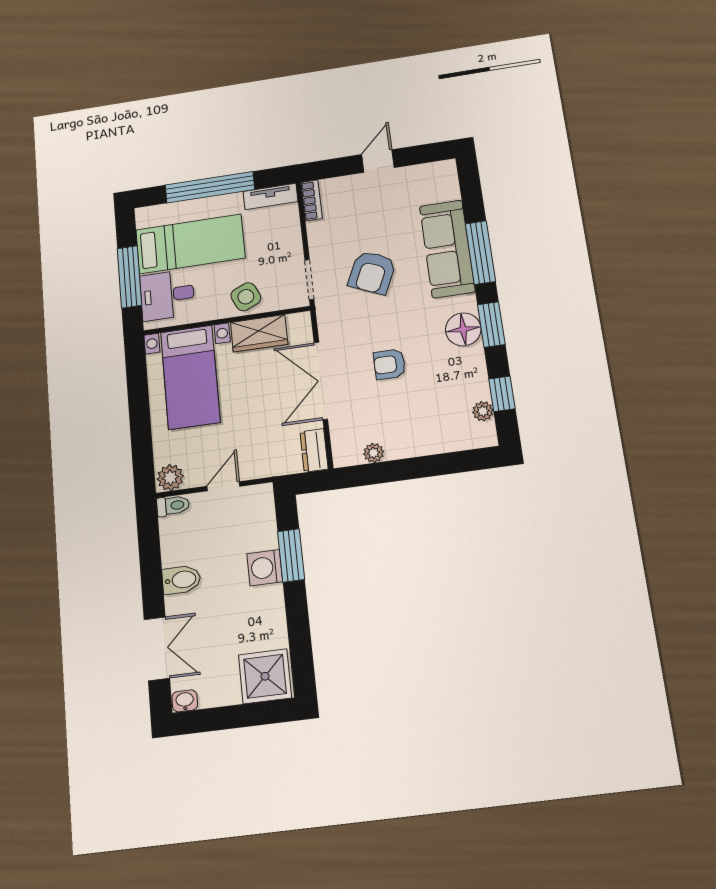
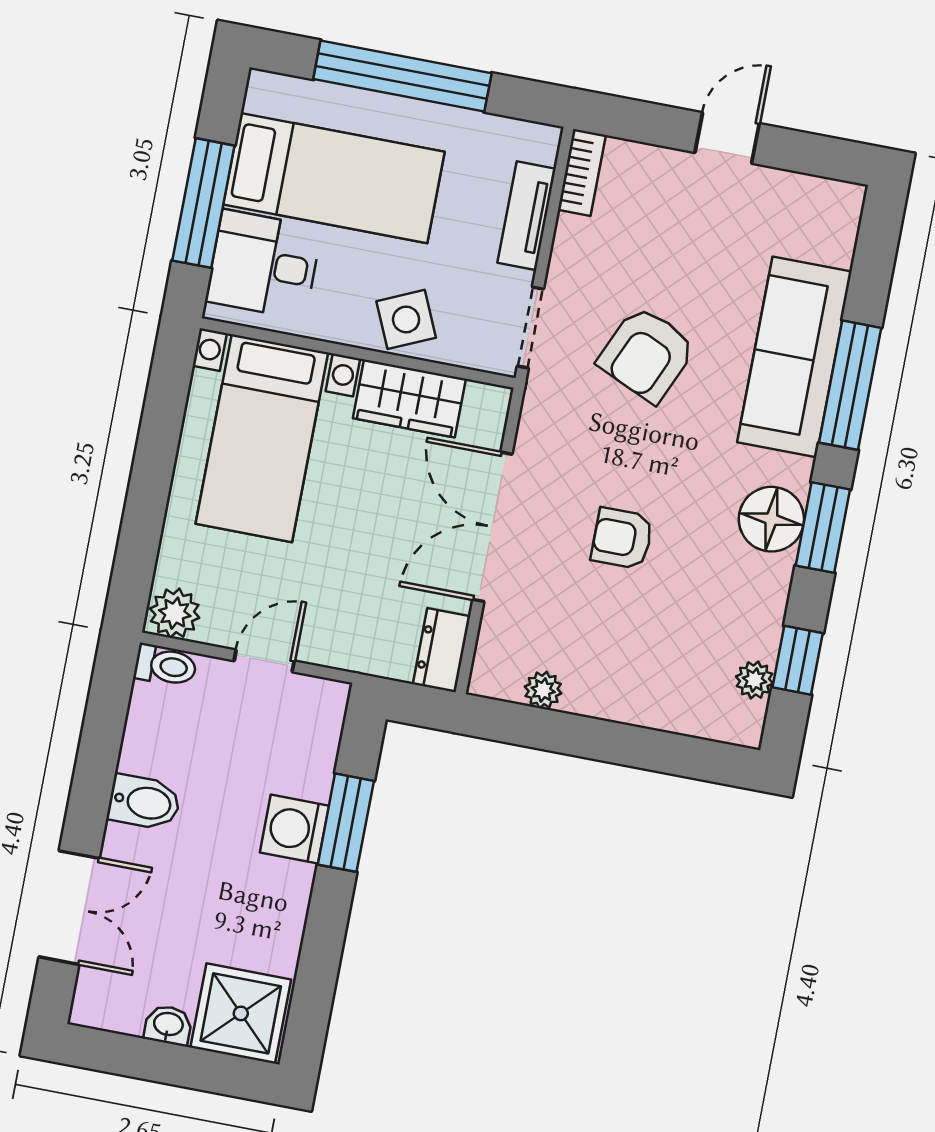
tv unit: (270, 196) -> (527, 216), moved, turned 90
washbasin: (185, 701) -> (168, 1025), moved

